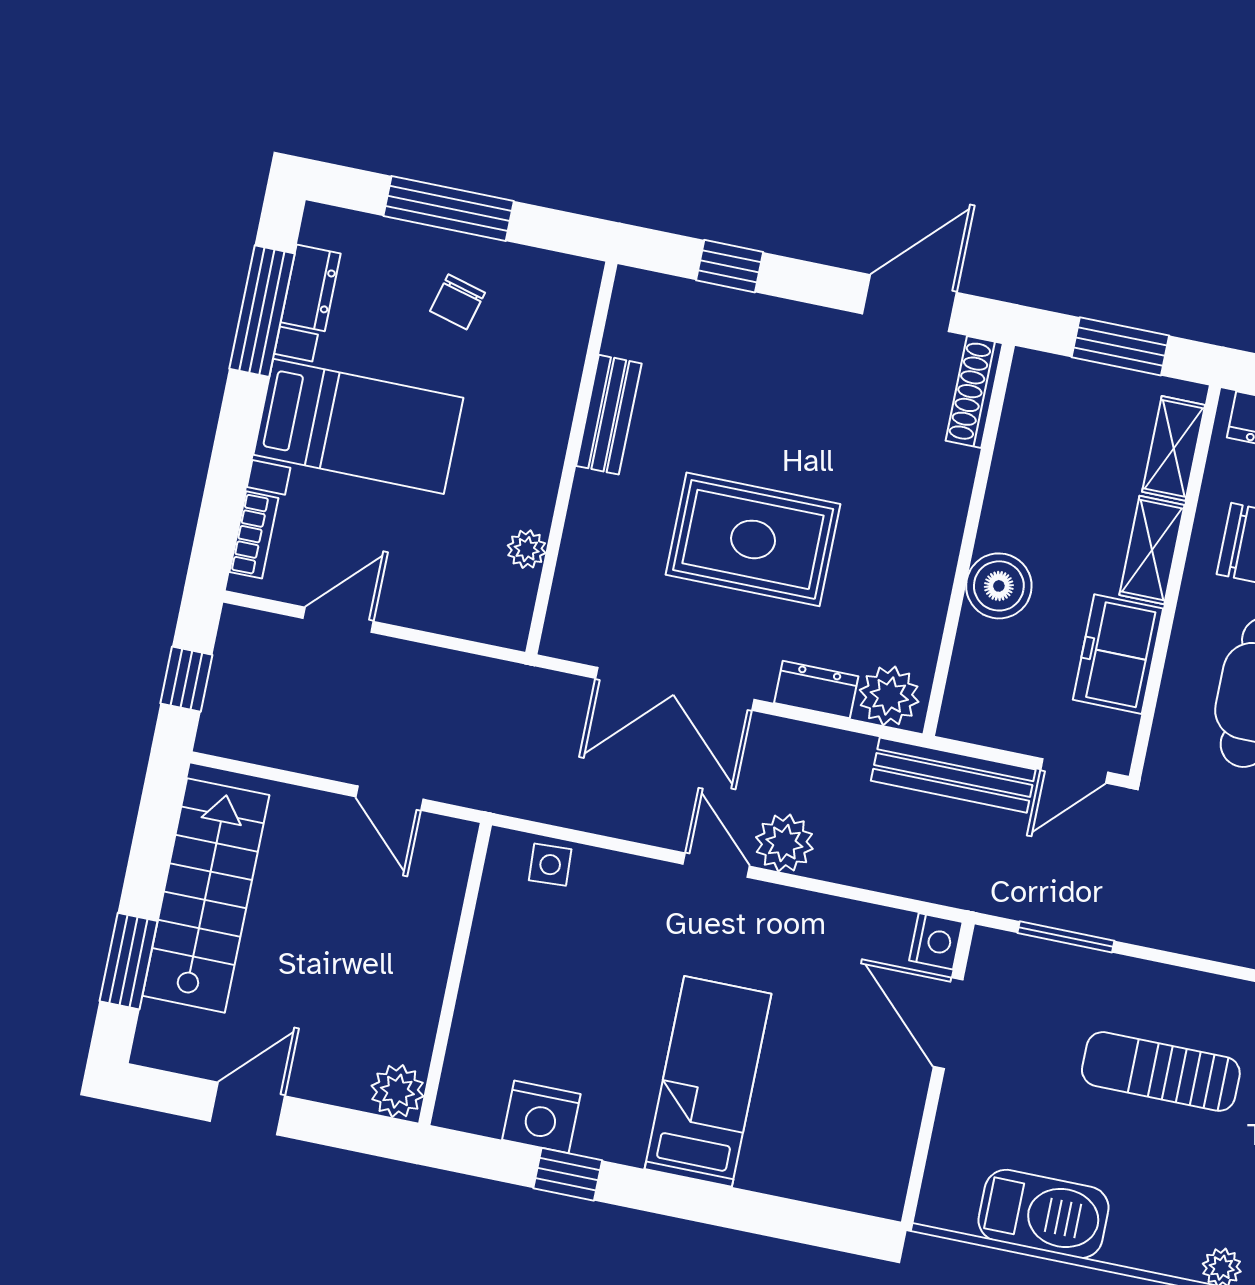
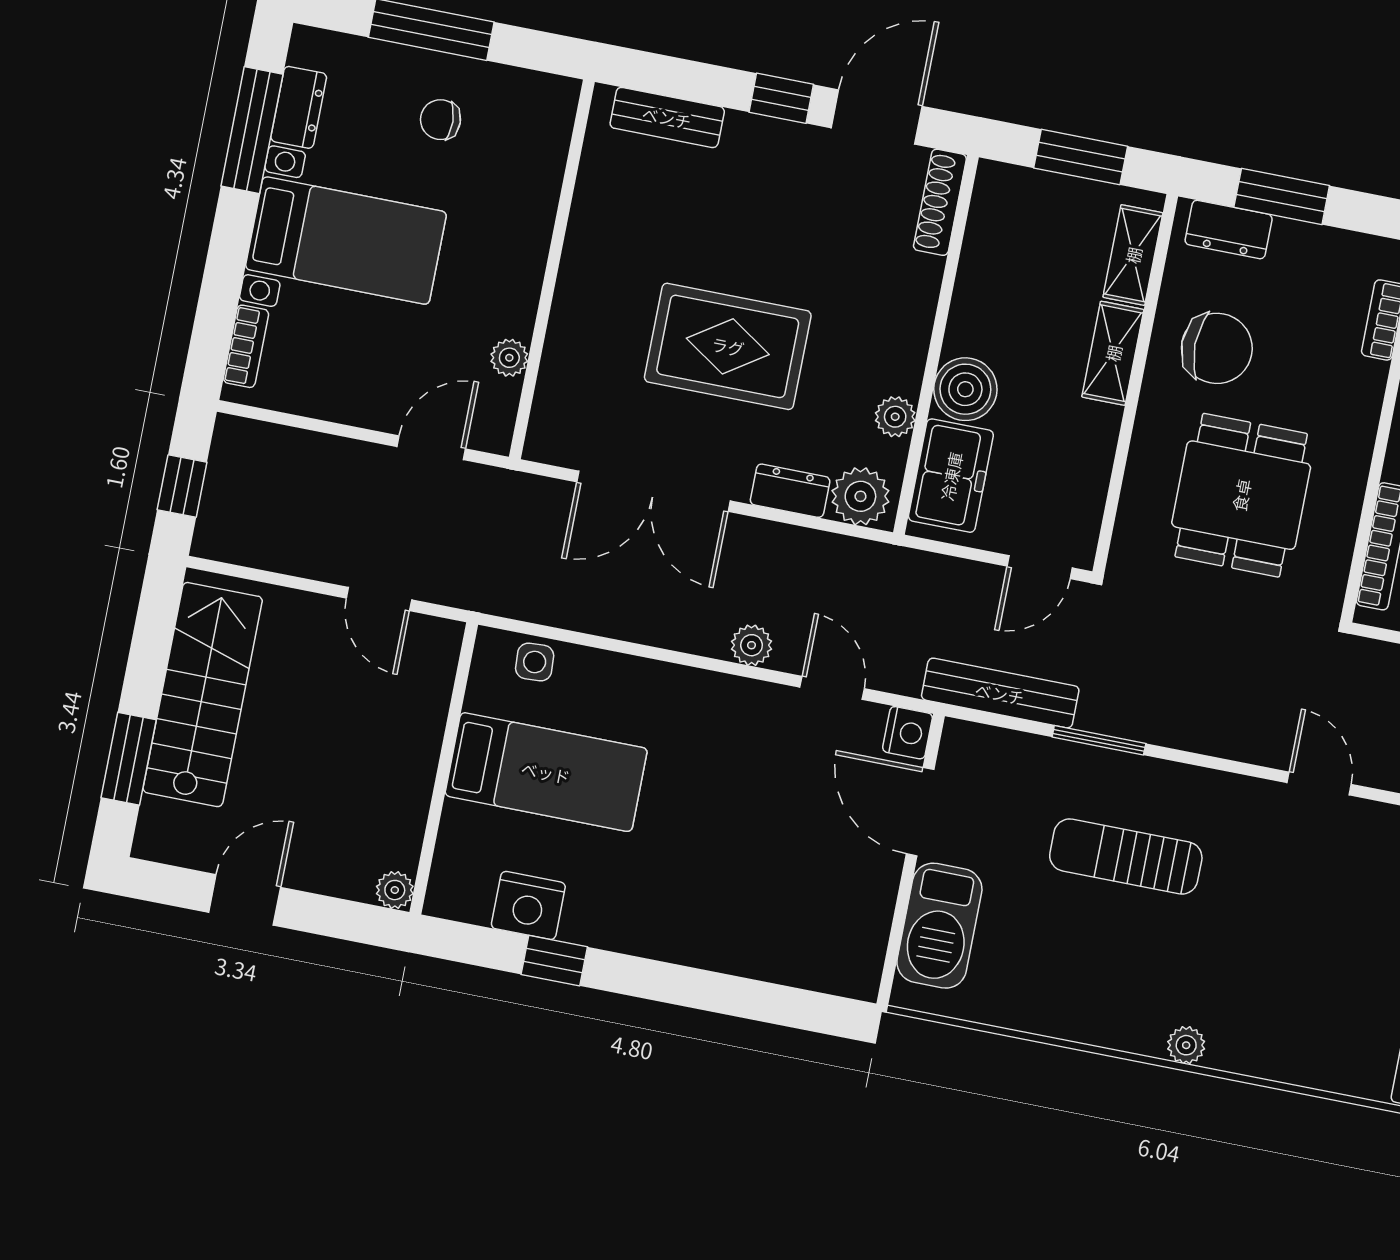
window: (730, 266) -> (781, 98), moved
chair: (457, 302) -> (440, 120), turned 73
bench: (609, 415) -> (667, 117), moved, turned 90
plant: (926, 614) -> (895, 417), added
door: (338, 620) -> (431, 448), moved
freezer: (1118, 654) -> (951, 476), moved, turned 180
bench: (953, 775) -> (1000, 693), moved
plant: (784, 843) -> (752, 645), width x0.73, depth x0.73
door: (716, 865) -> (832, 688), moved
window: (1066, 937) -> (1099, 740), moved
bed: (708, 1081) -> (546, 772), moved, turned 90
plant: (397, 1091) -> (395, 890), width x0.73, depth x0.73
barbecue: (1044, 1214) -> (939, 926), moved, turned 90

